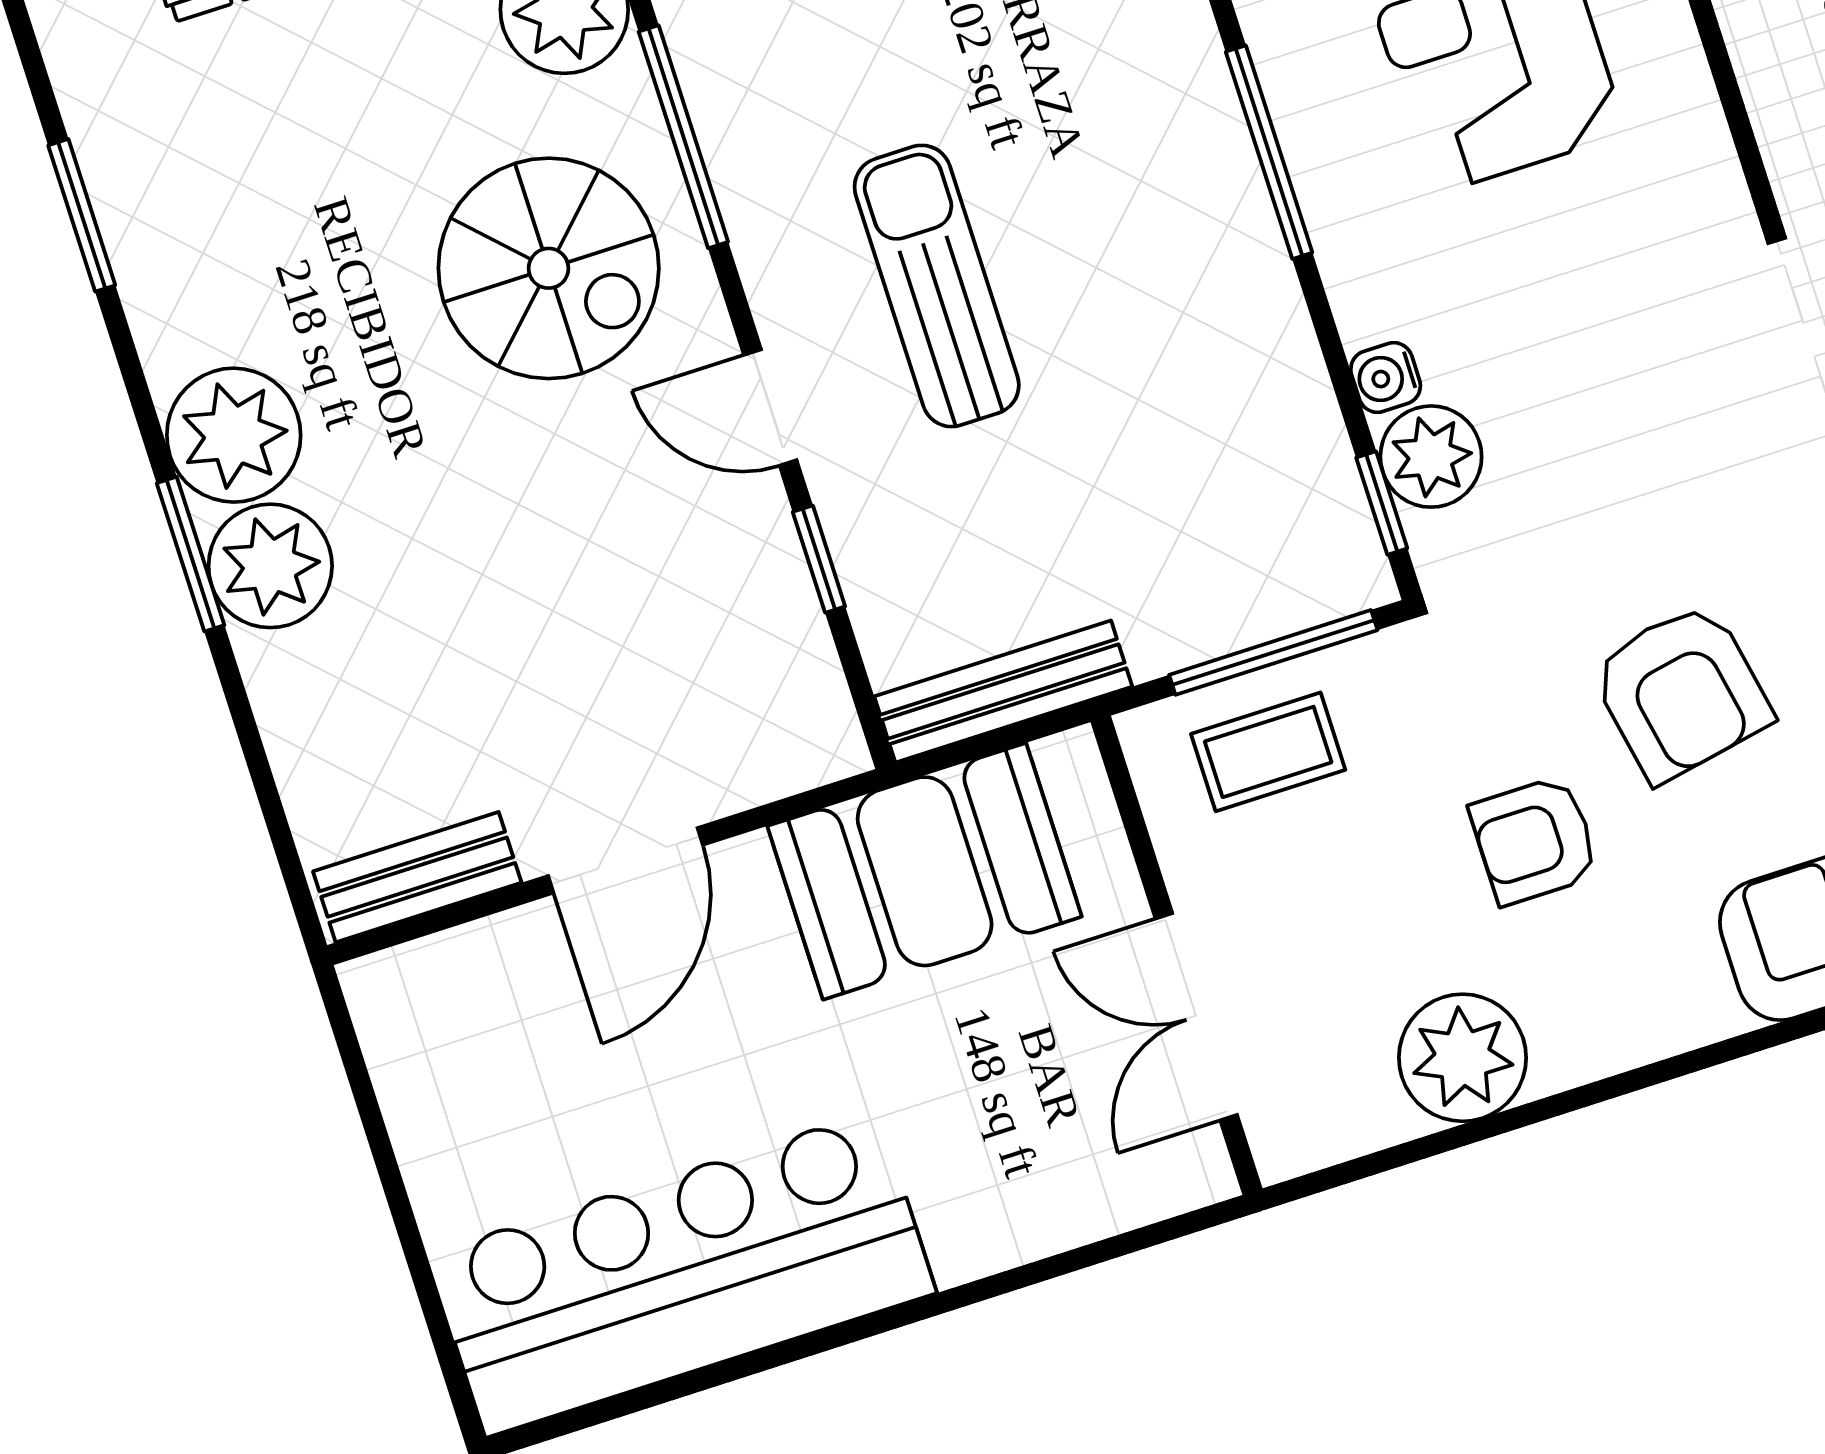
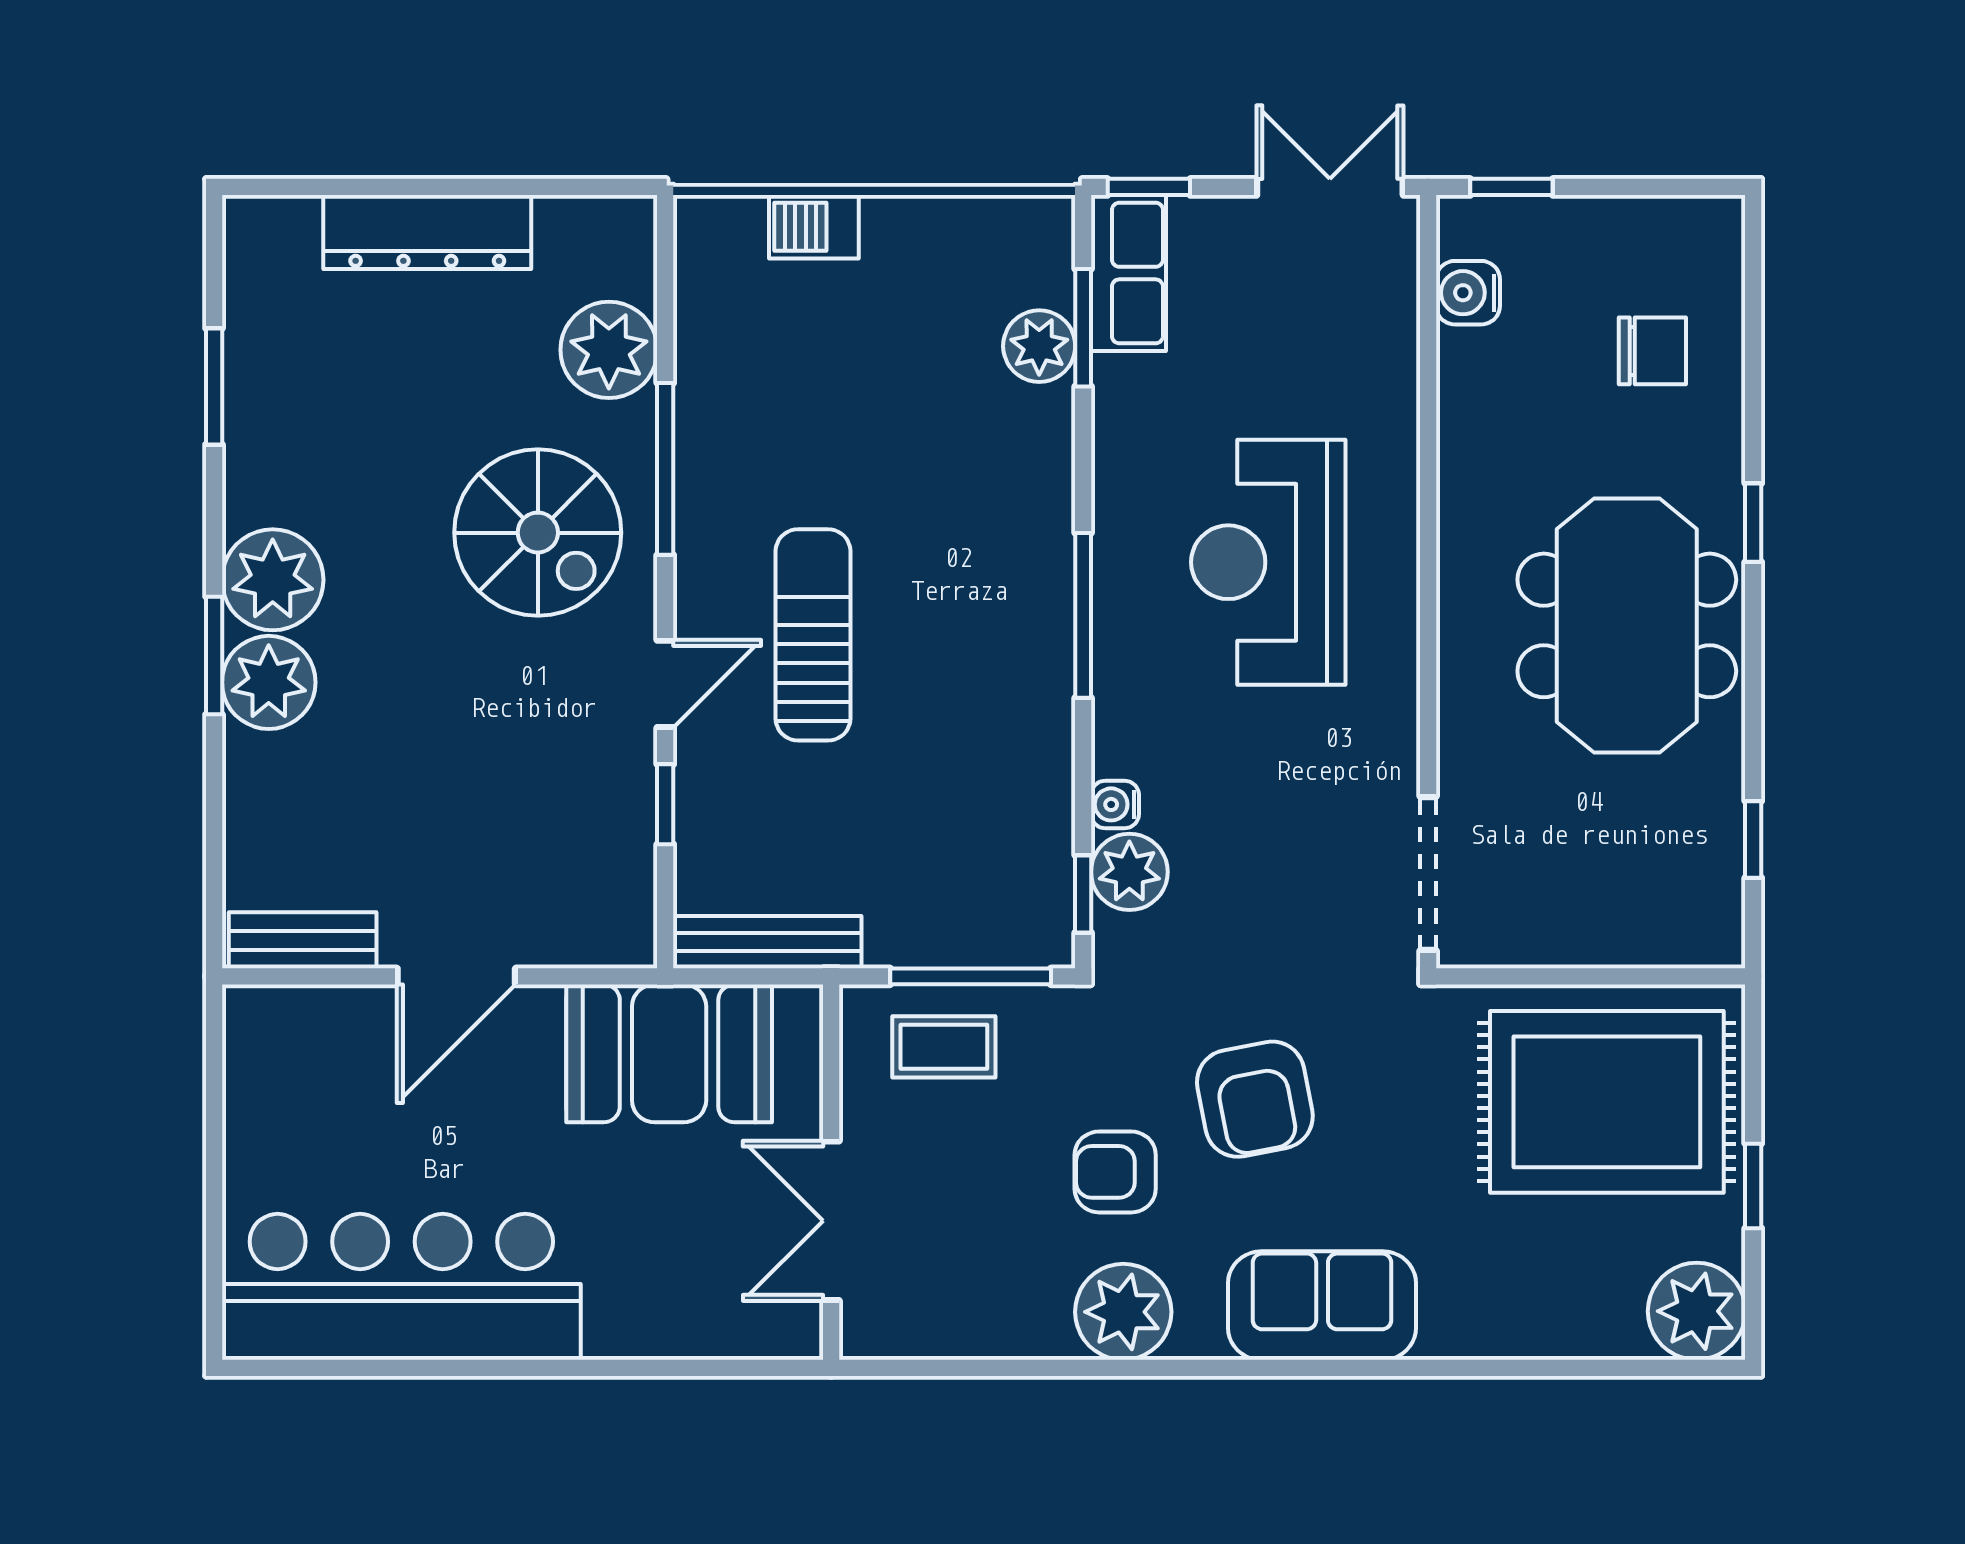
door: (770, 408) -> (665, 684), swing flipped
plant: (1462, 1058) -> (1123, 1312), moved

